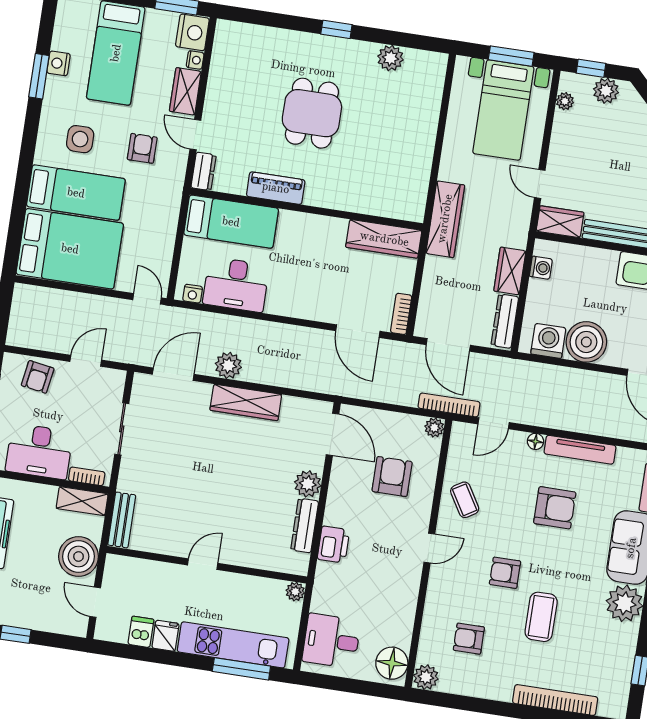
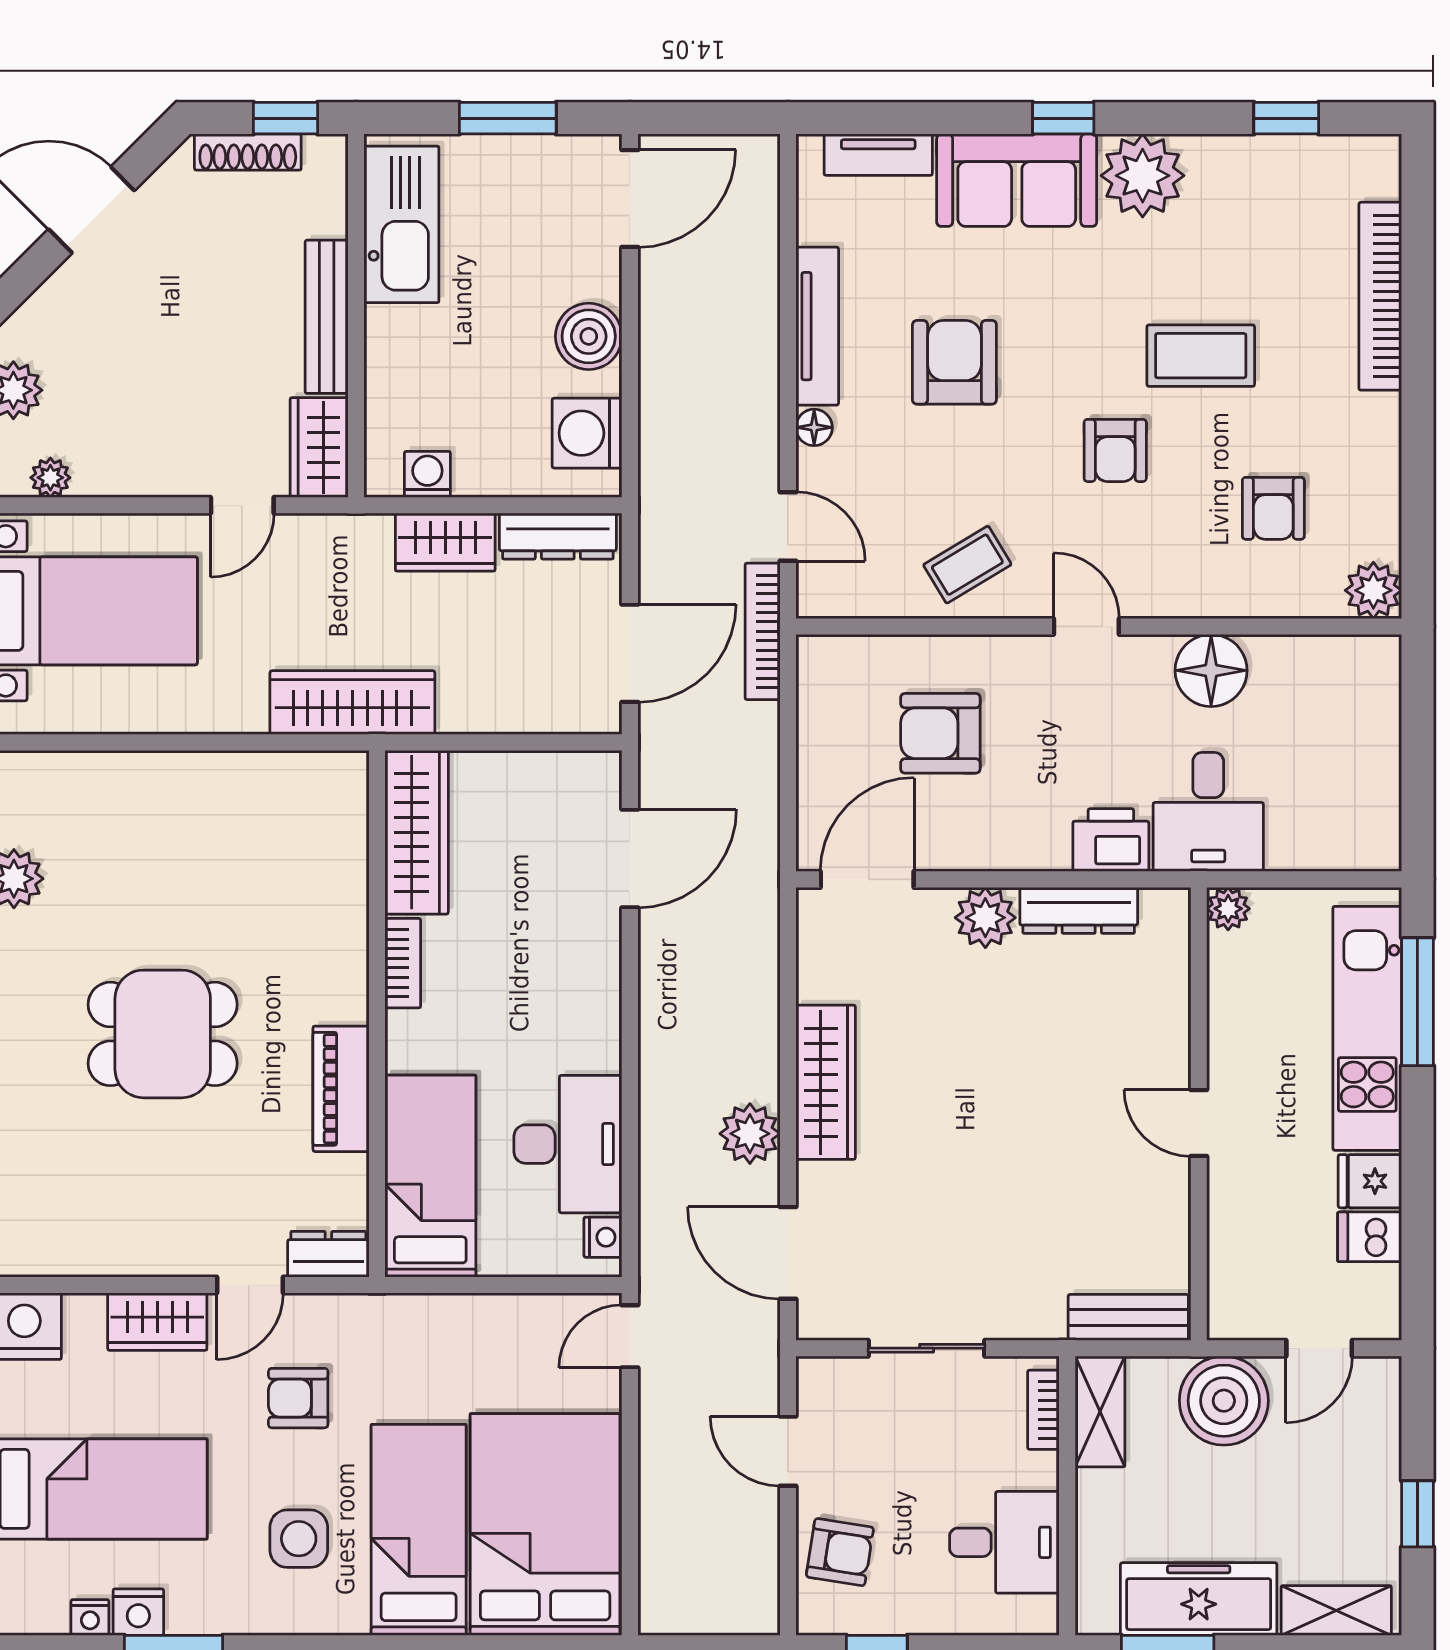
nightstand: (195, 60) -> (90, 1617), moved, turned 180
bookcase: (401, 314) -> (403, 963), moved, turned -90
boiler: (586, 342) -> (589, 336), width x0.73, depth x0.73
plant: (434, 428) -> (818, 656), removed
desk: (39, 451) -> (1004, 1542), width x0.73
desk: (331, 641) -> (1208, 812), moved
floor lamp: (392, 663) -> (1211, 670), moved

